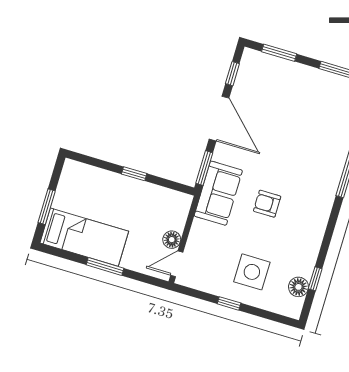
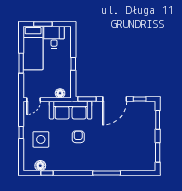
sofa: (218, 193) -> (71, 110), width x1.36
desk: (76, 194) -> (54, 37), added
floor lamp: (172, 240) -> (60, 93), moved
door: (177, 264) -> (34, 100), swing flipped

